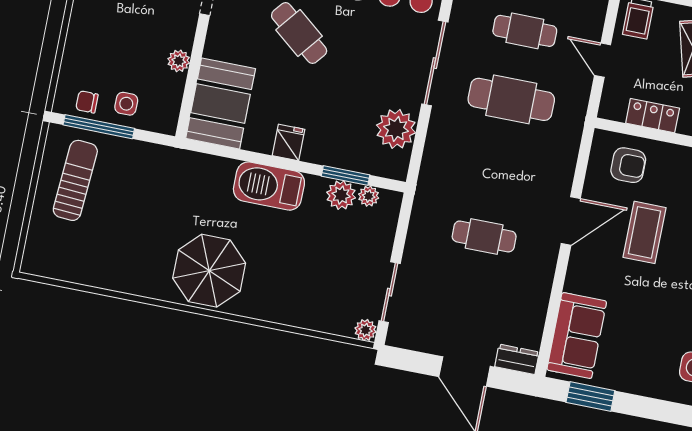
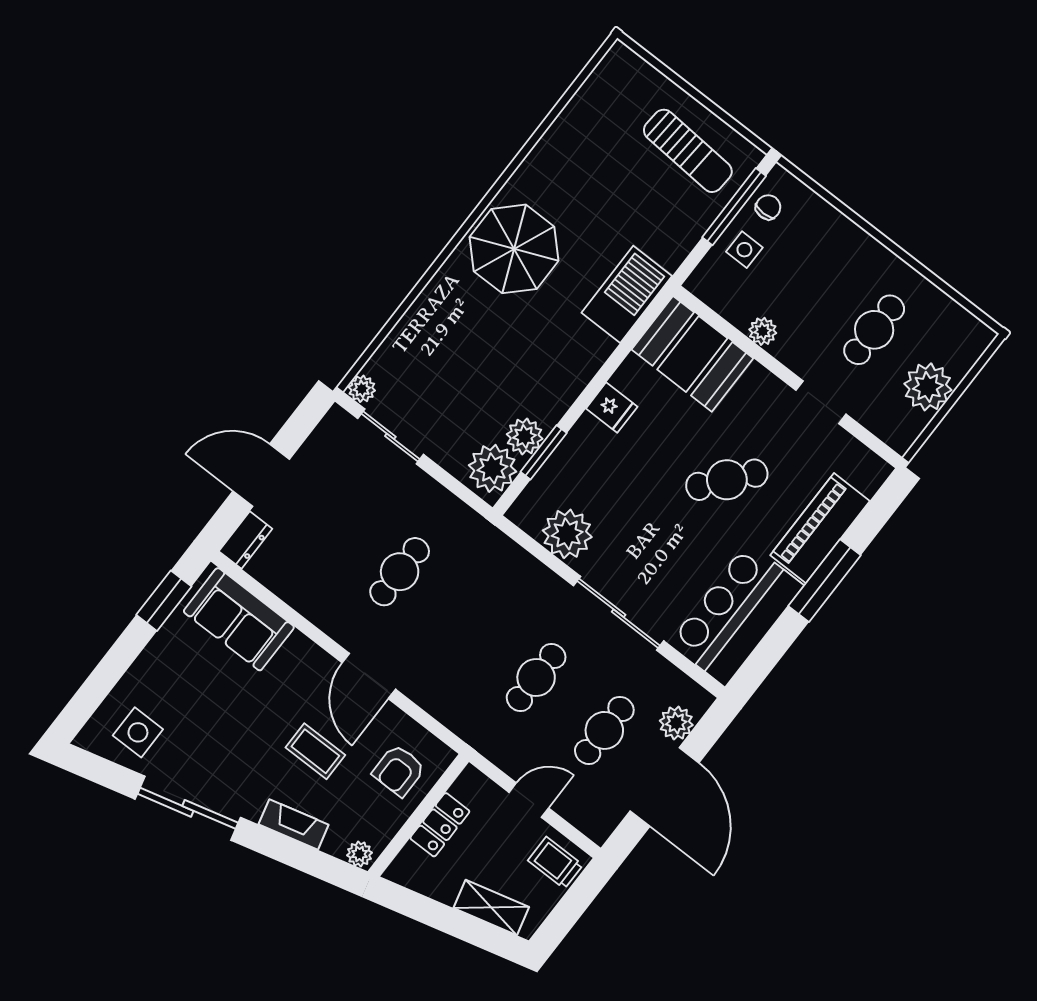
cafe table: (511, 99) -> (536, 678), width x0.73, depth x0.74
barbecue: (269, 186) -> (627, 294), moved
plant: (369, 196) -> (492, 468), width x1.88, depth x1.88
coffee table: (644, 232) -> (315, 751), width x0.73, depth x0.77

